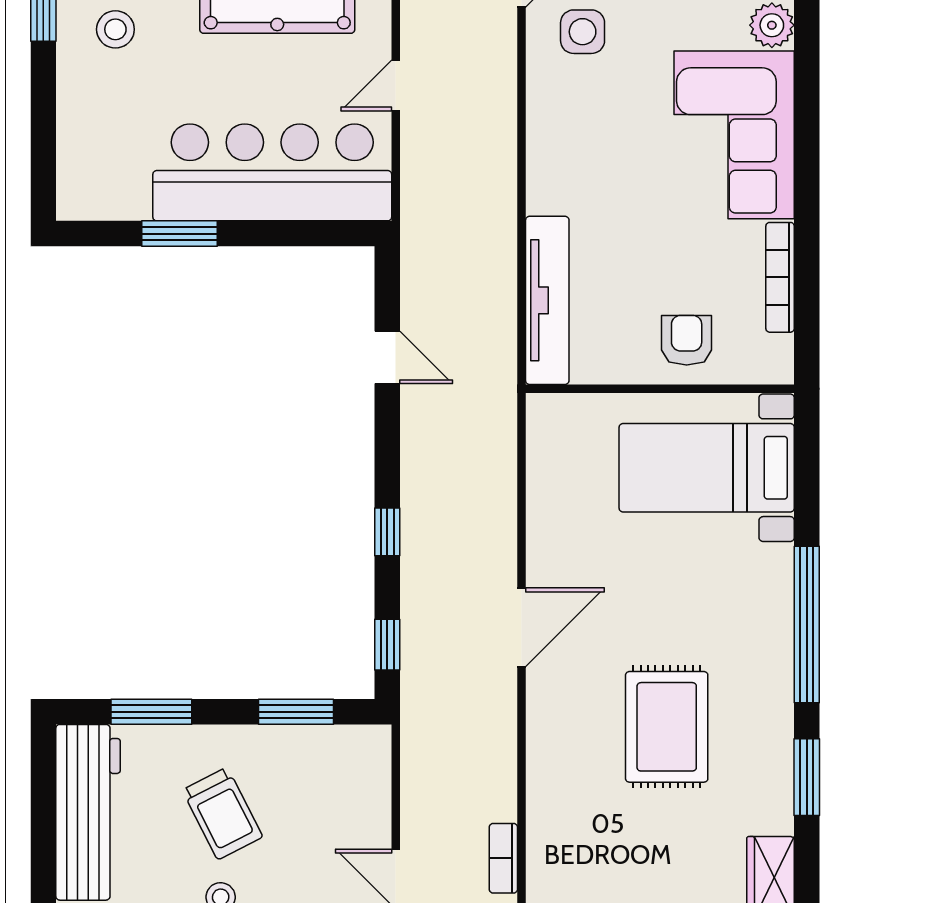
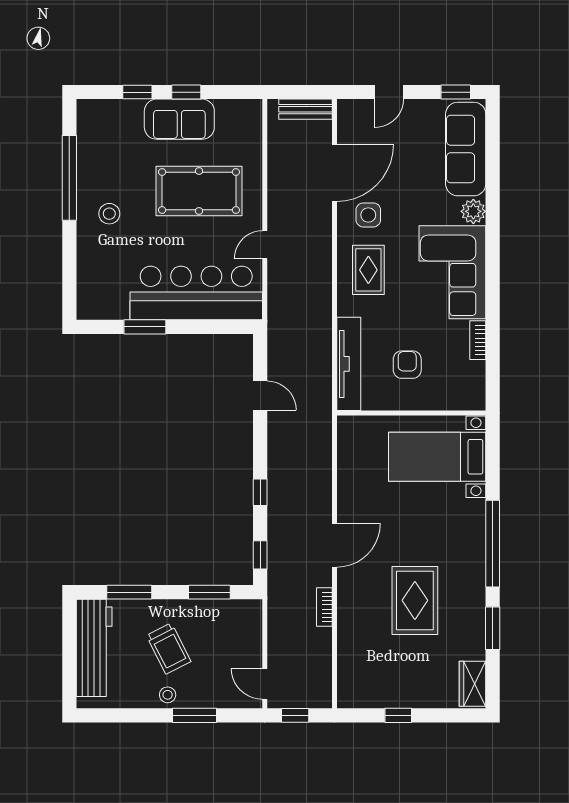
rug: (583, 131) -> (368, 270), added
bookcase: (780, 277) -> (478, 340), width x0.64
armchair: (687, 340) -> (407, 365), moved
bookcase: (503, 858) -> (324, 607), moved

